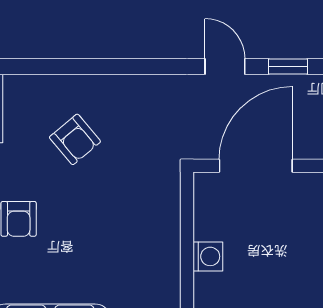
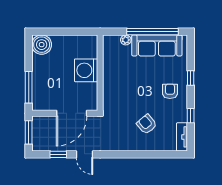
washing machine: (208, 256) -> (86, 70), width x1.89, depth x1.89

